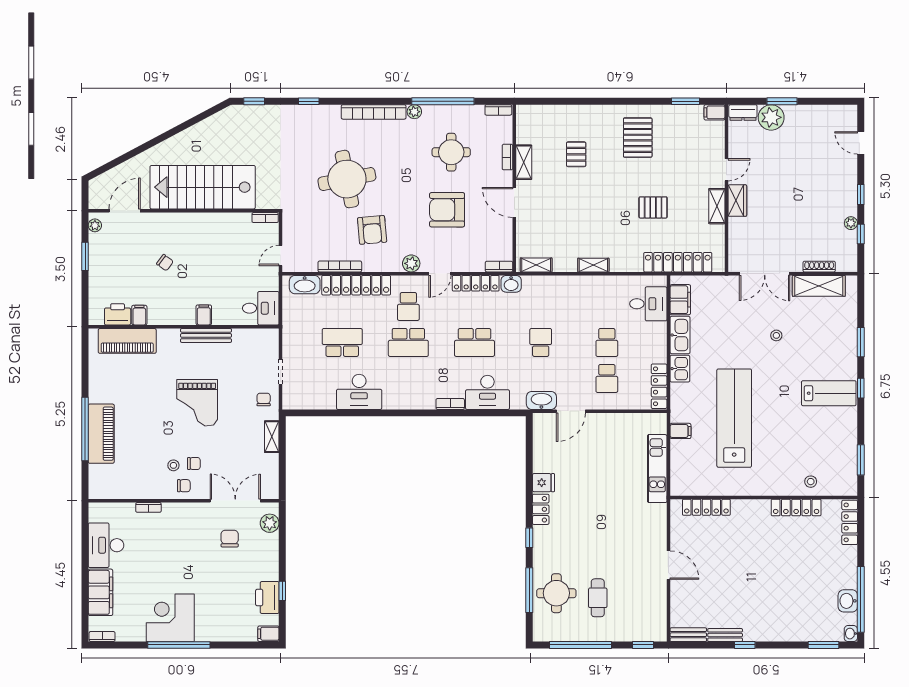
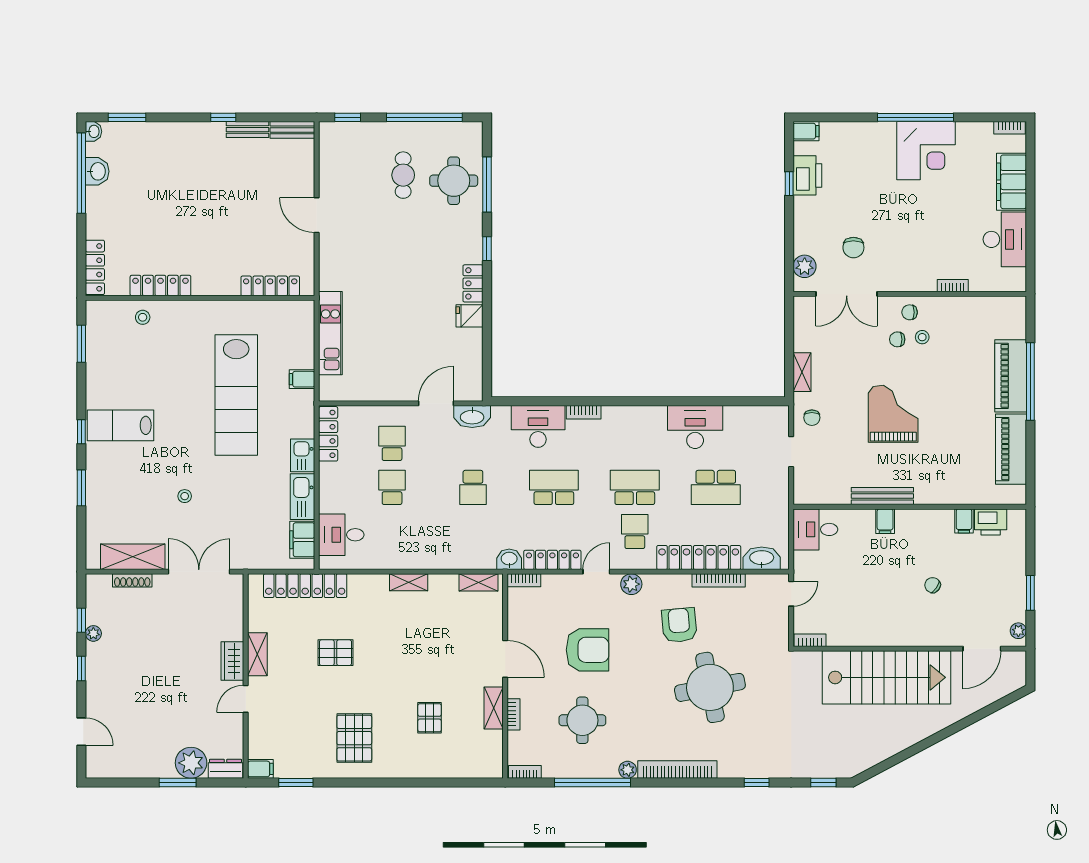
piano: (127, 341) -> (1011, 449), moved, turned -90

